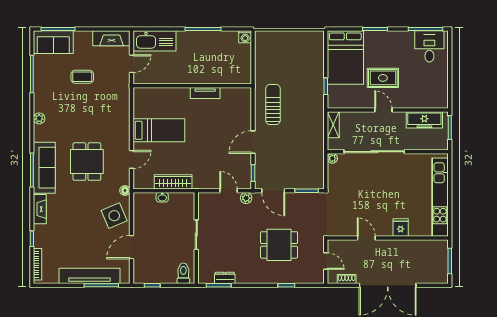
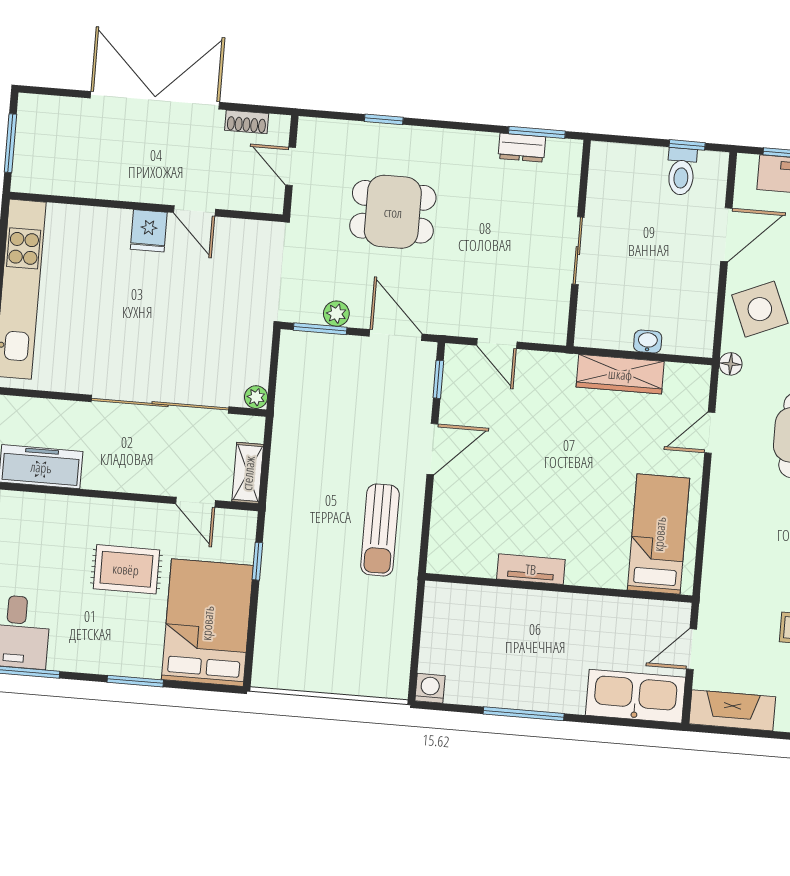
door: (383, 110) -> (196, 502), moved
bed: (159, 130) -> (659, 534), moved, turned 90
plant: (246, 198) -> (336, 314), moved
fridge: (401, 228) -> (149, 231), moved
toilet: (183, 273) -> (681, 171), moved

